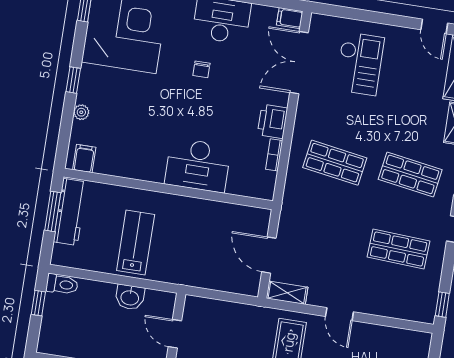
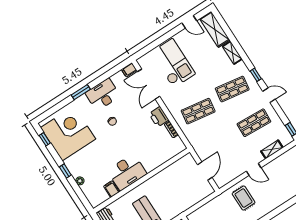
checkout: (360, 64) -> (173, 63), width x1.36, depth x1.21
filing cabinet: (84, 159) -> (112, 189), moved
desk: (198, 165) -> (127, 172), moved
door: (269, 255) -> (205, 171), swing flipped
shelving: (287, 293) -> (272, 149), moved

